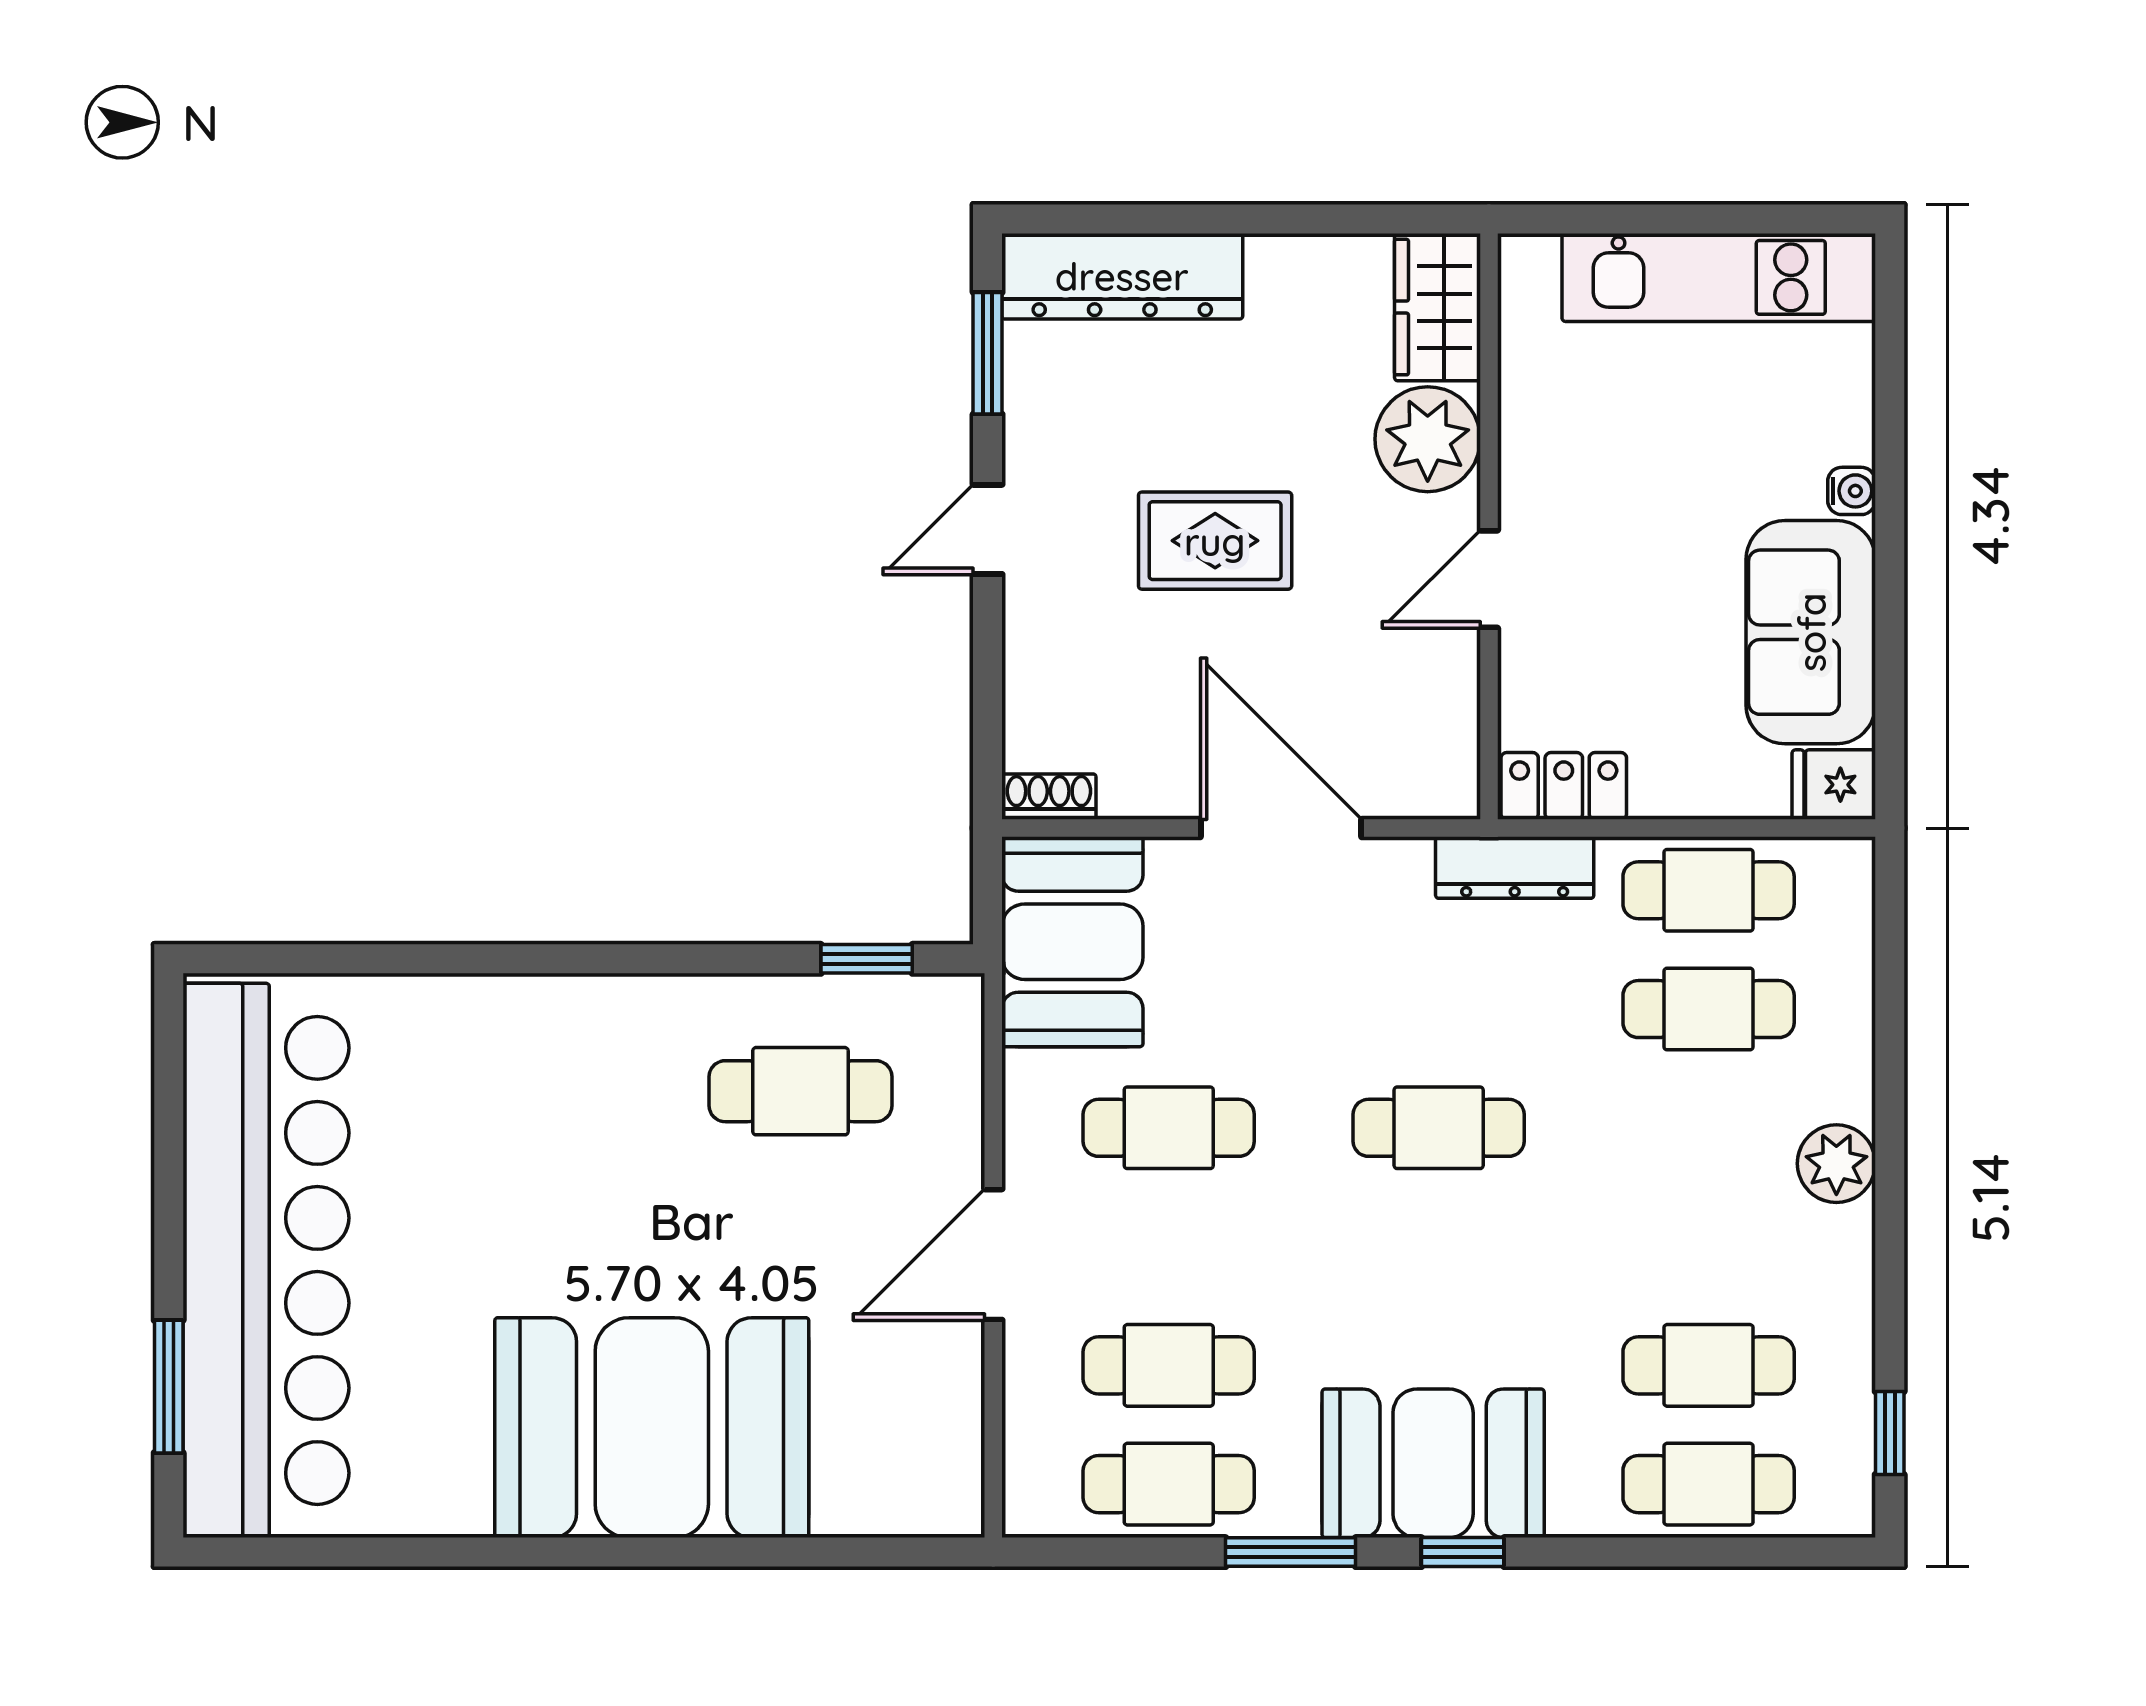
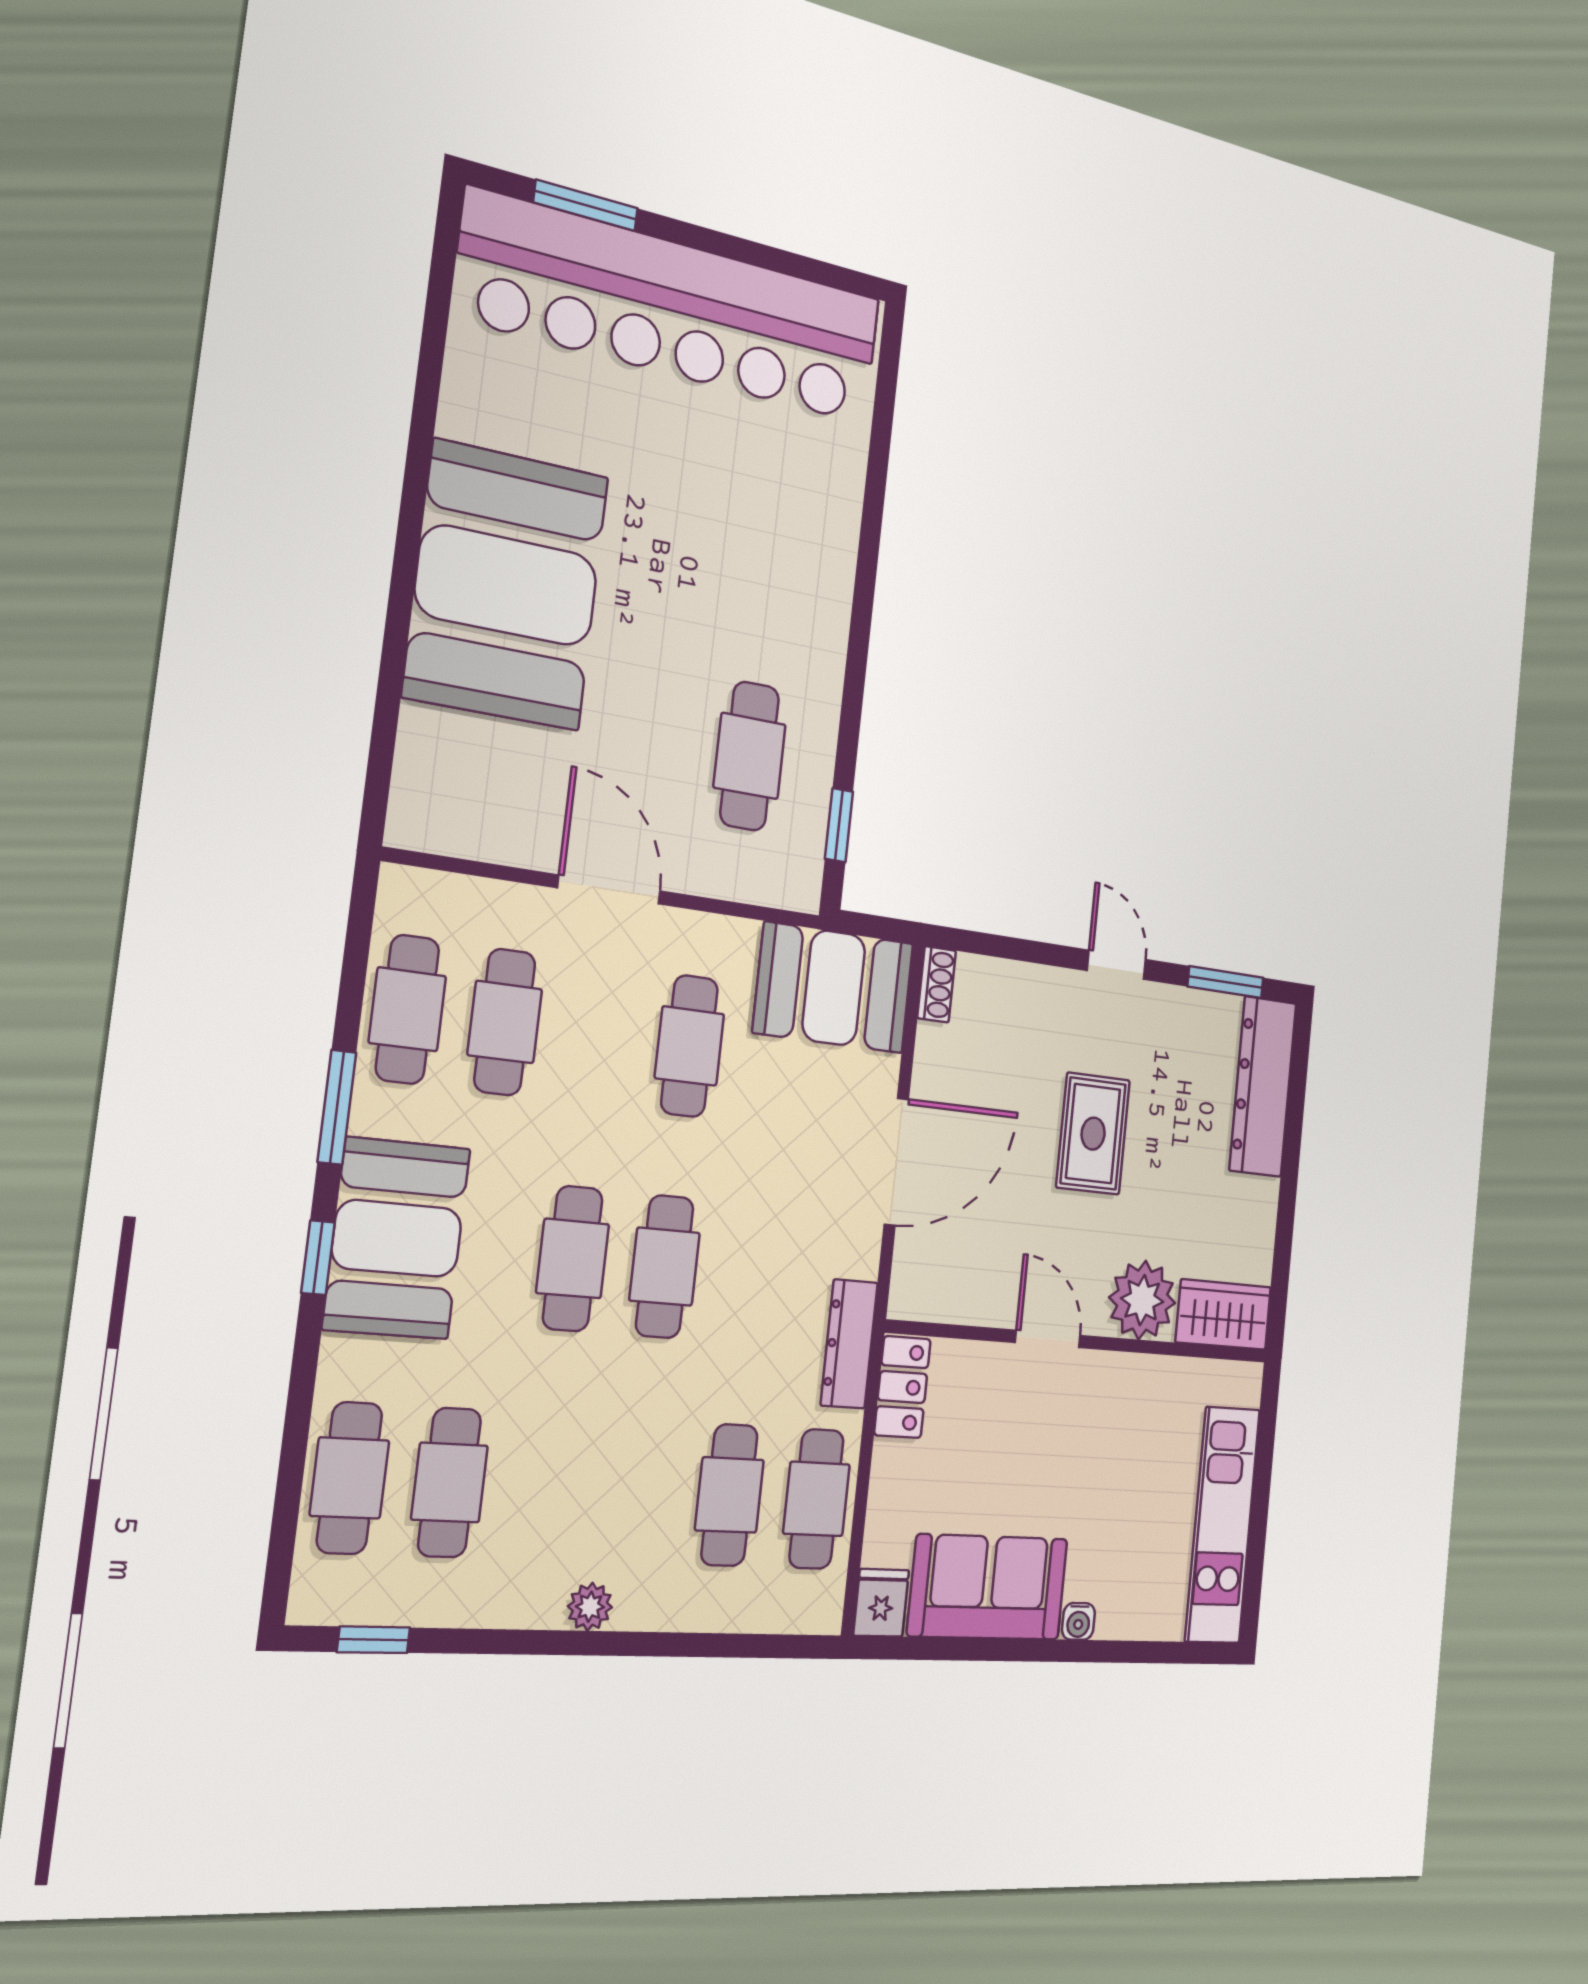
plant: (1836, 1164) -> (590, 1607), width x0.73, depth x0.73
cafe table: (1439, 1247) -> (573, 1259), added

